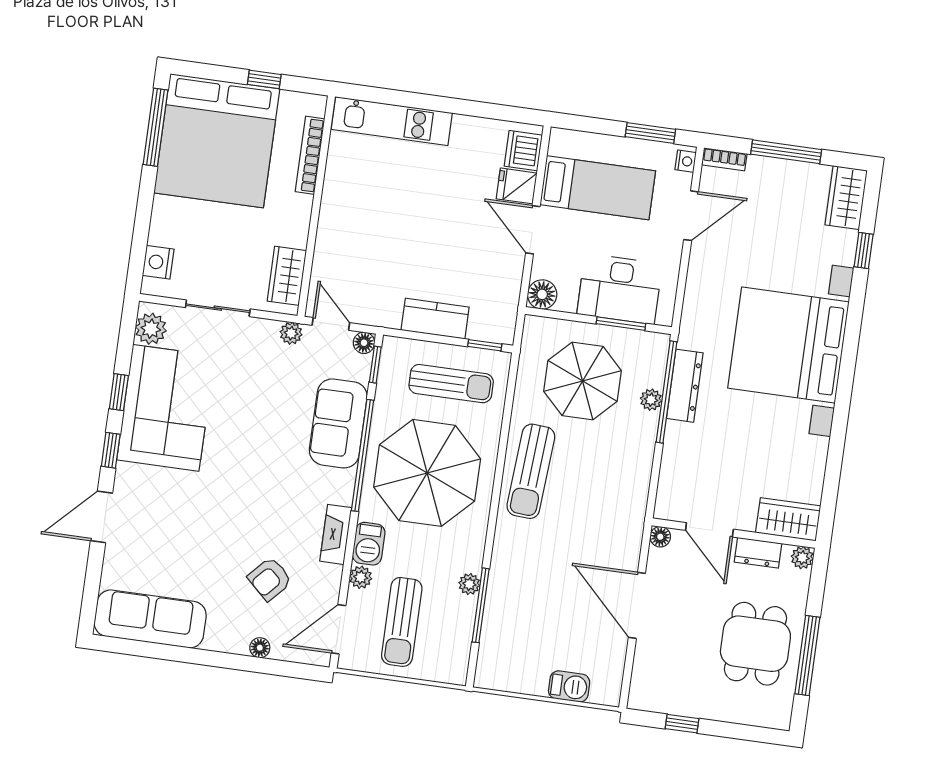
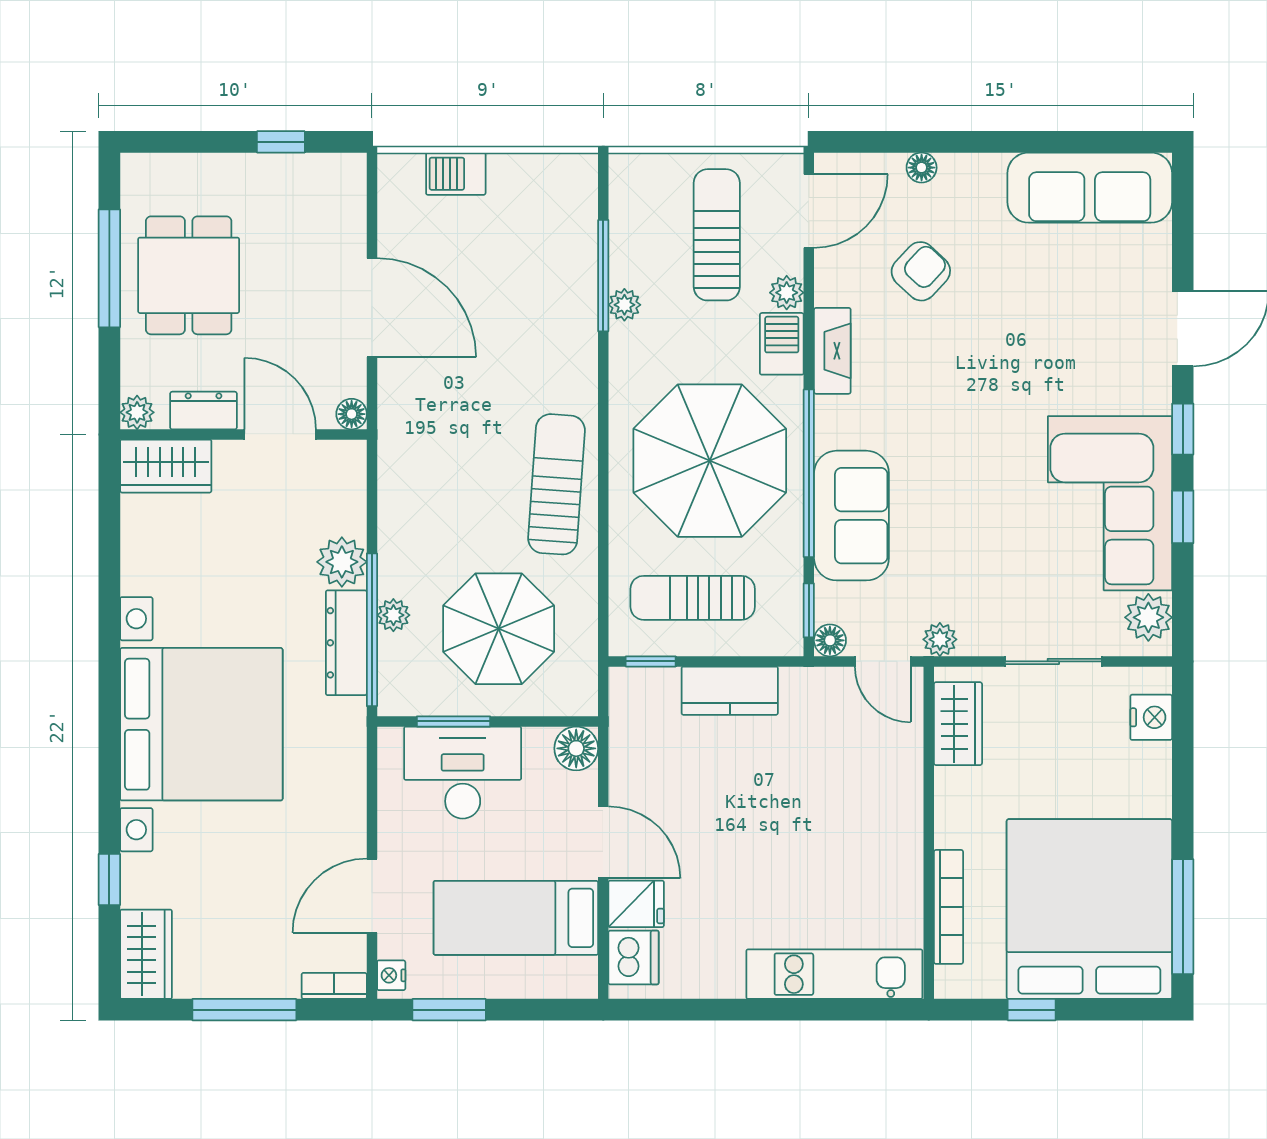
plant: (680, 440) -> (342, 562), added

